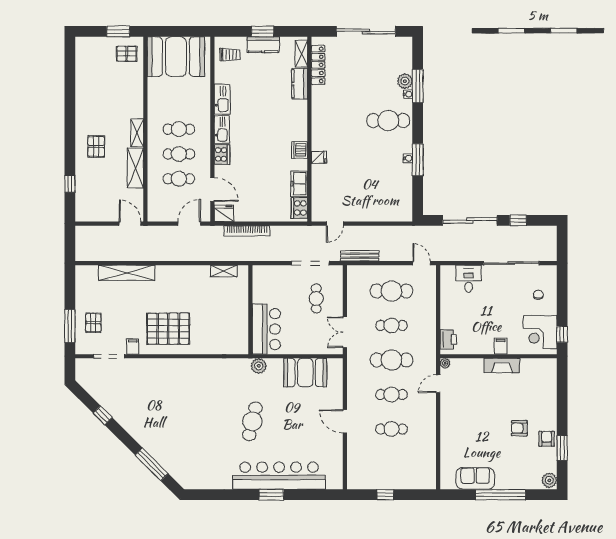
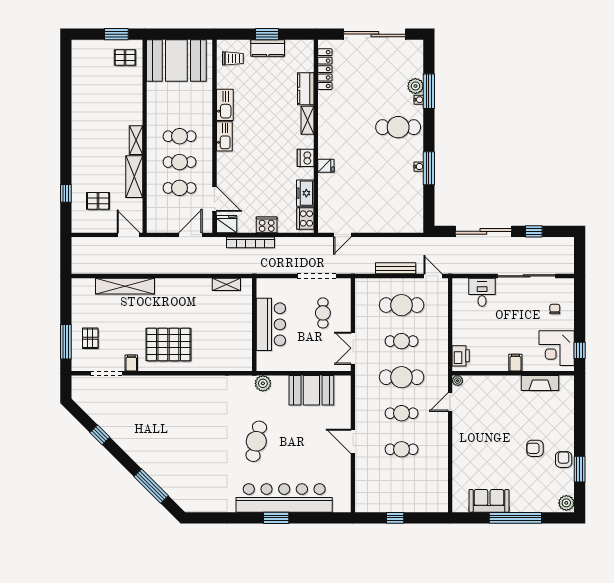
shelving: (301, 54) -> (307, 120), moved
pallet: (96, 146) -> (98, 201), moved, turned 90
cooker: (222, 154) -> (267, 225), moved, turned -90
bench: (360, 256) -> (396, 268), moved
bar counter: (266, 329) -> (271, 324), moved
fireplace: (502, 366) -> (540, 383), moved

